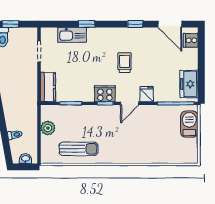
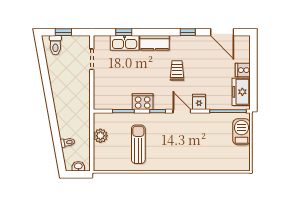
window: (87, 24) -> (124, 32), moved
cooker: (191, 40) -> (243, 70), moved
kitchen counter: (48, 87) -> (155, 43), moved, turned 90
cooker: (105, 94) -> (143, 102), moved
door: (130, 103) -> (182, 111), swing flipped
sun lounger: (78, 149) -> (138, 144), moved, turned -90

